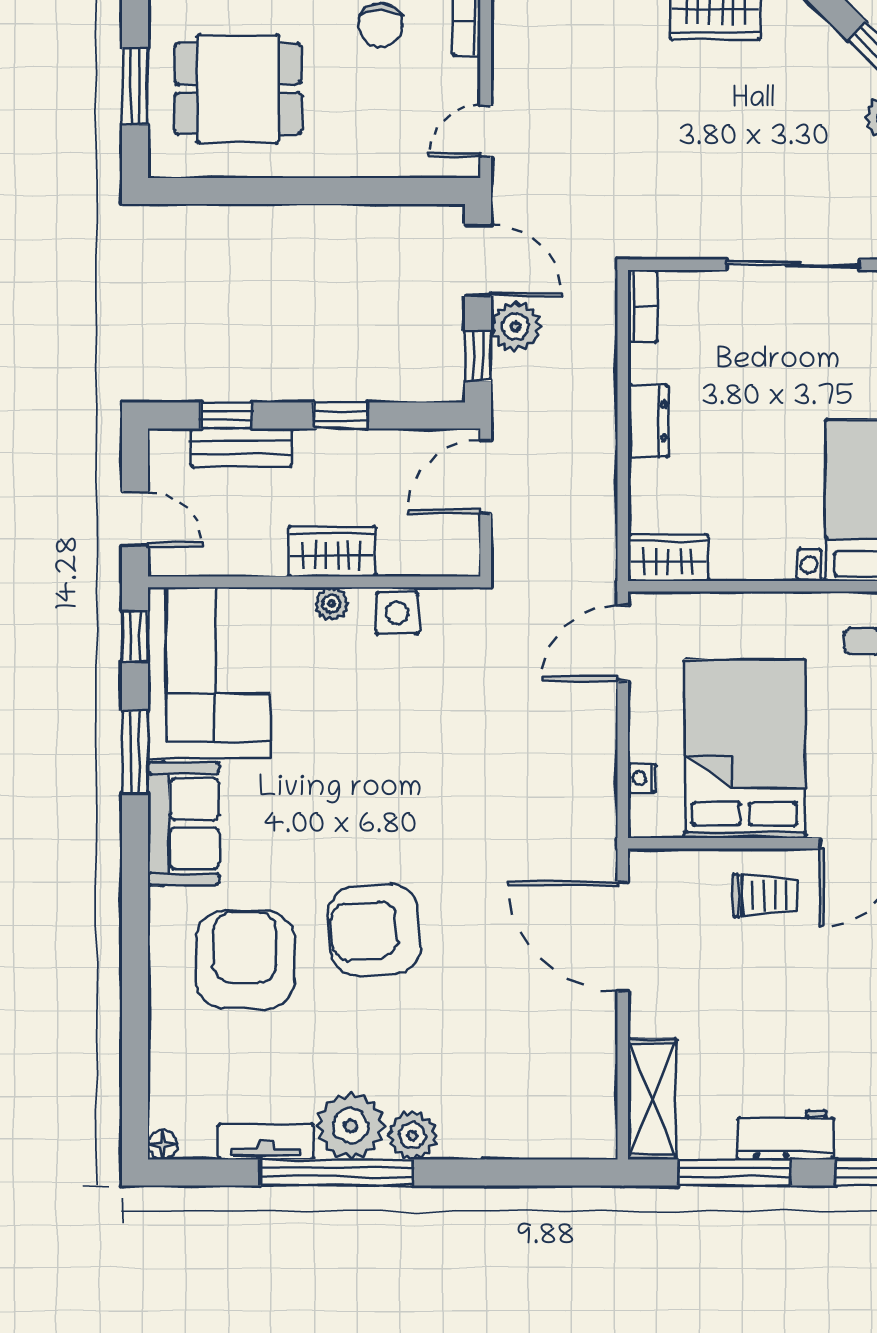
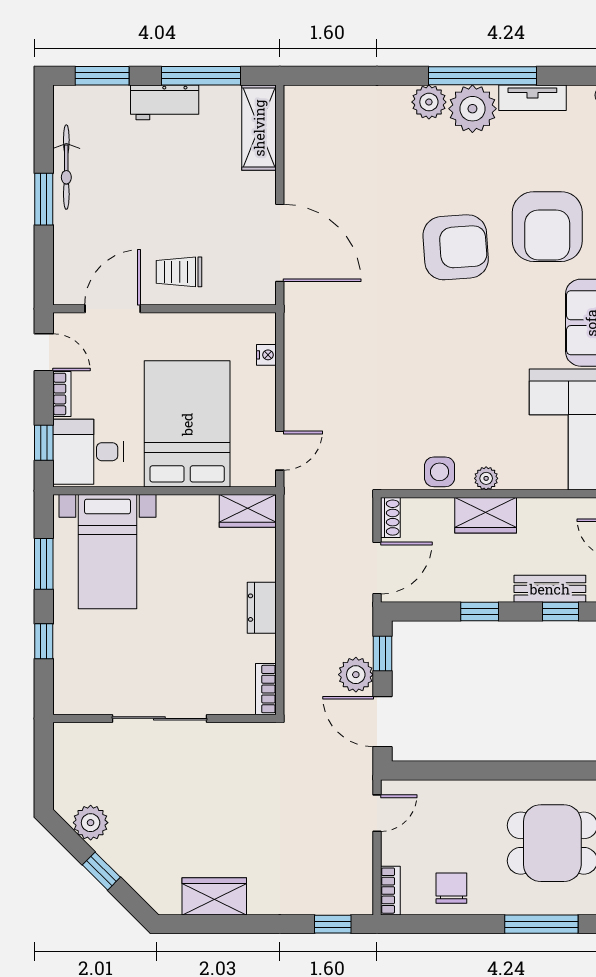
shoe rack: (467, 548) -> (390, 518), added
door: (623, 643) -> (280, 451), width x0.73
bed: (745, 749) -> (187, 424), moved, turned 180

